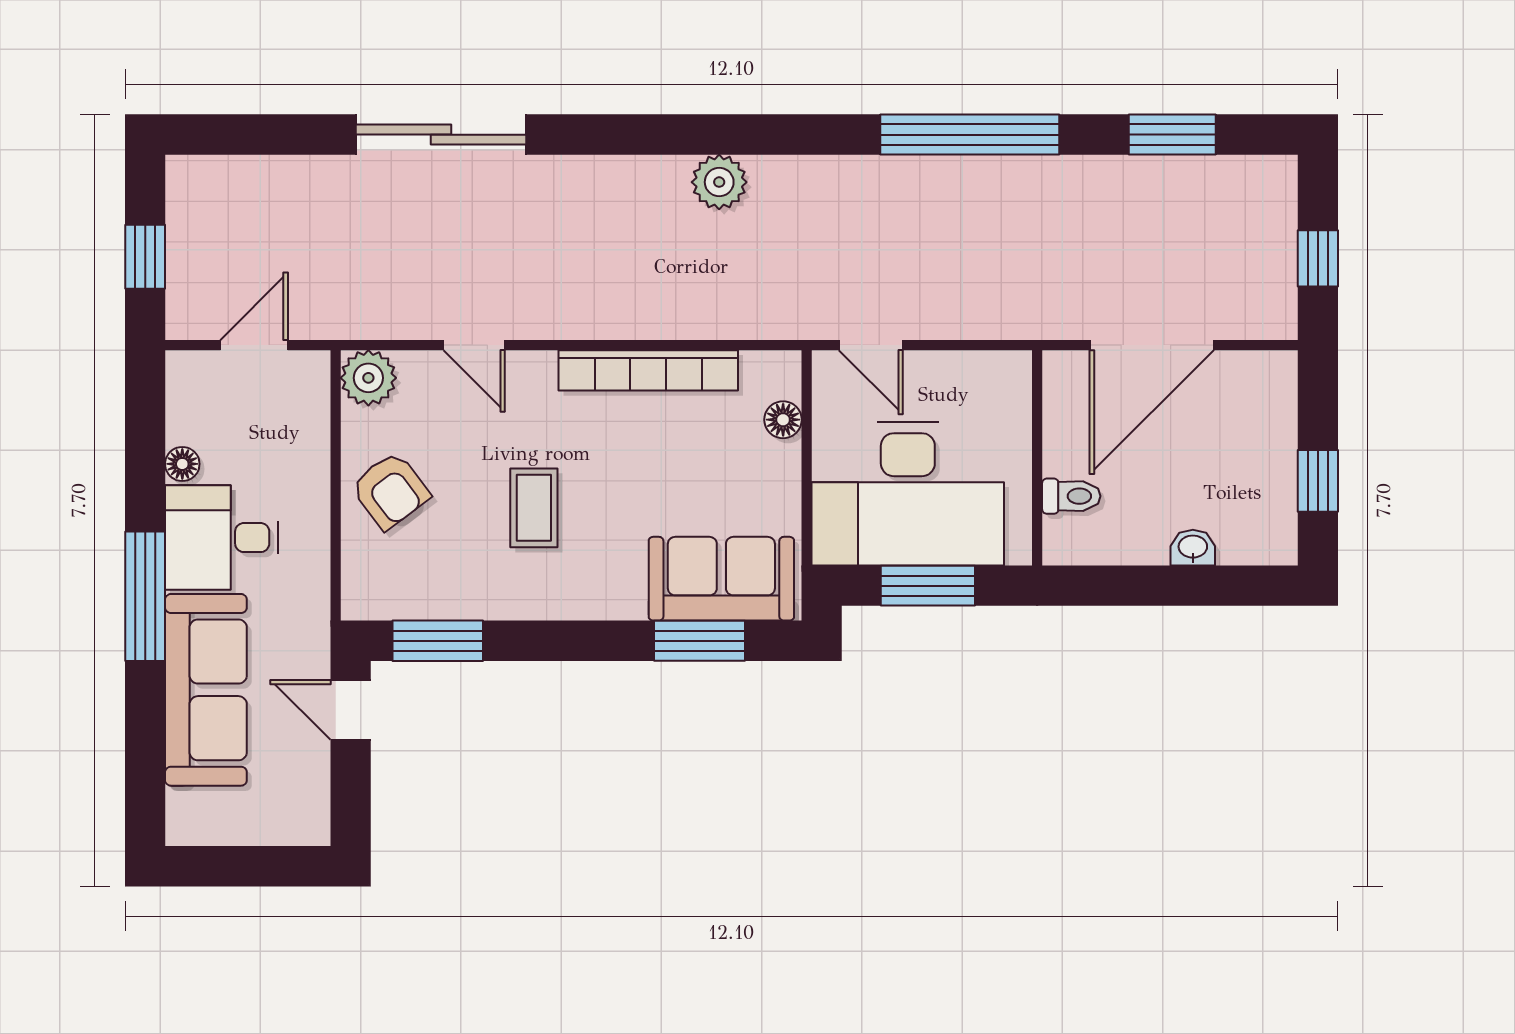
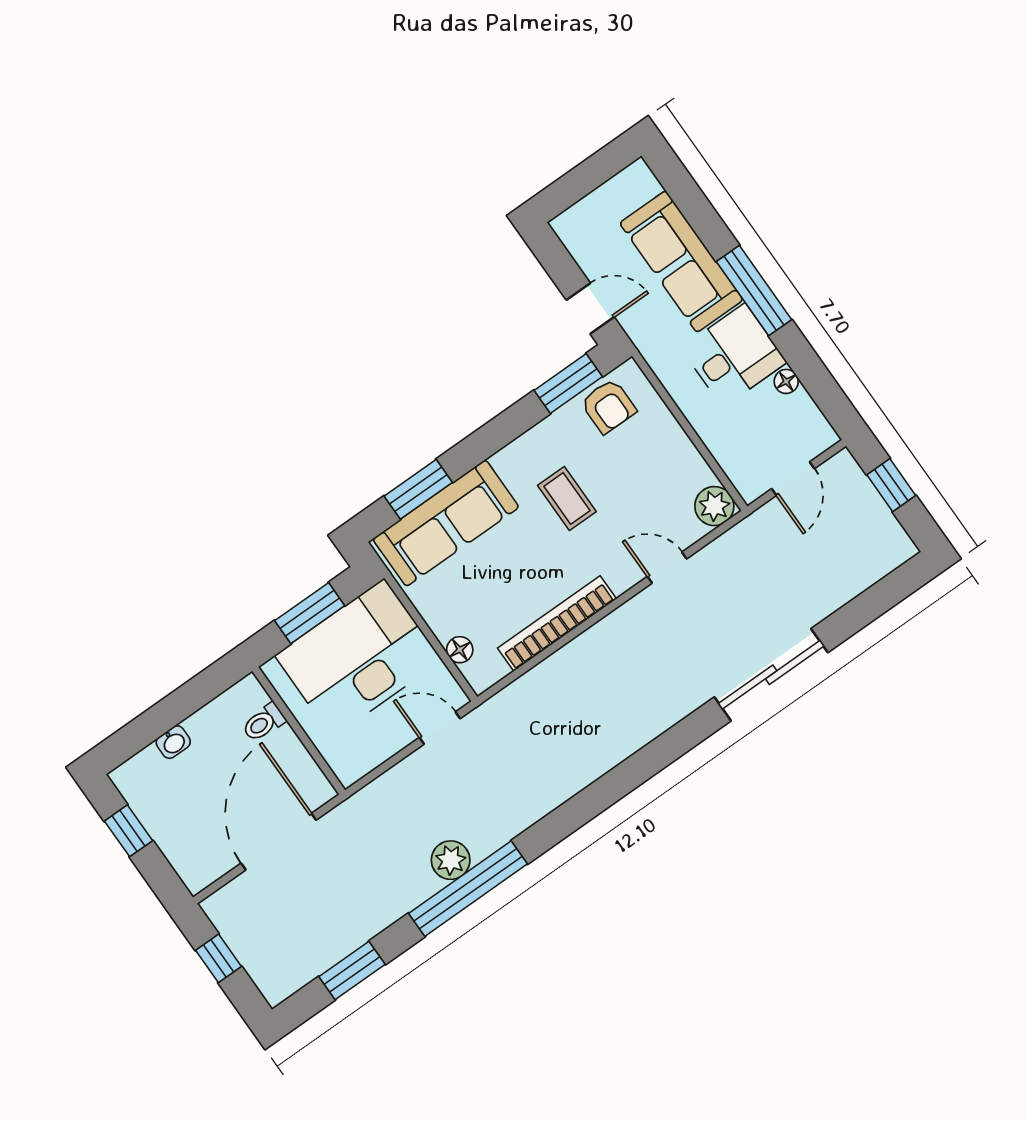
plant: (719, 182) -> (451, 860), moved
armchair: (390, 491) -> (608, 406), moved, turned -143
sofa: (721, 579) -> (446, 523), width x1.36

